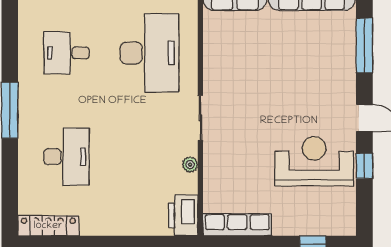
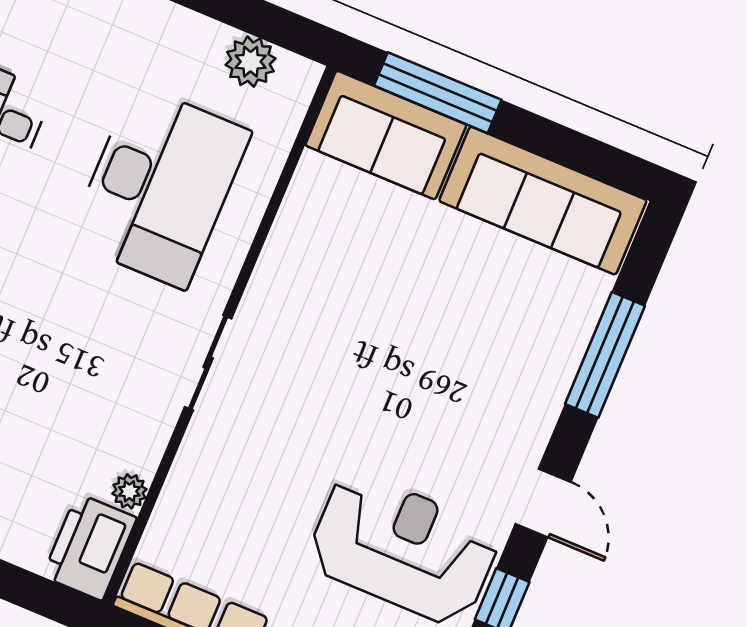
plant: (190, 165) -> (129, 491), moved

